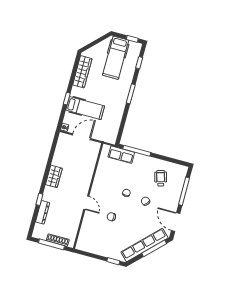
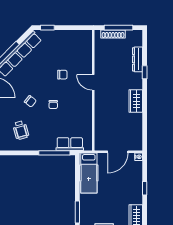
hospital bed: (85, 108) -> (89, 173), moved, turned -90

